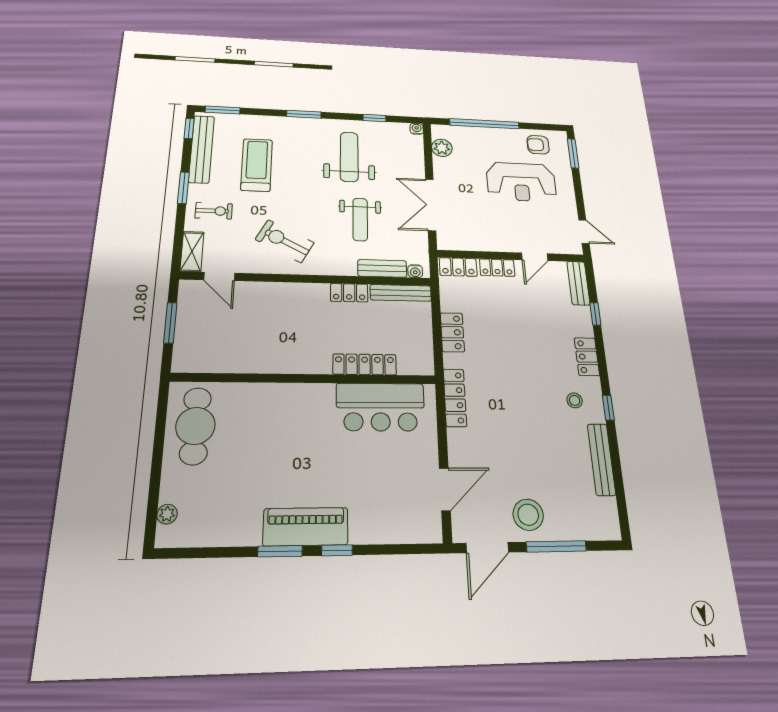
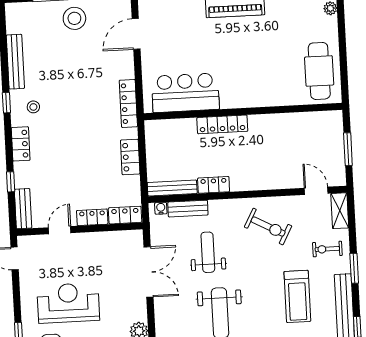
locker: (365, 364) -> (222, 124), moved

